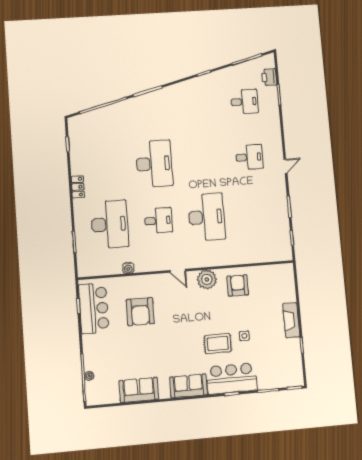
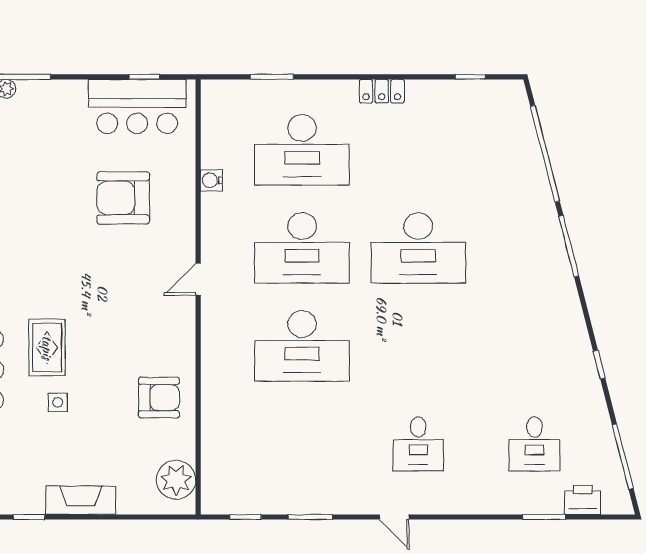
desk: (158, 221) -> (302, 248), width x1.87, depth x1.30
plant: (207, 279) -> (176, 480), moved

